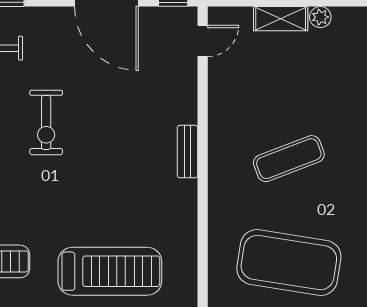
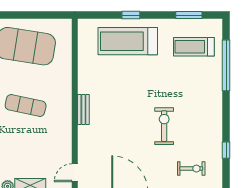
exercise mat: (289, 159) -> (26, 106), turned 33

